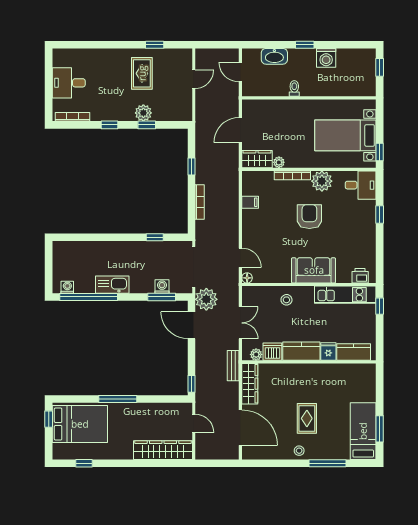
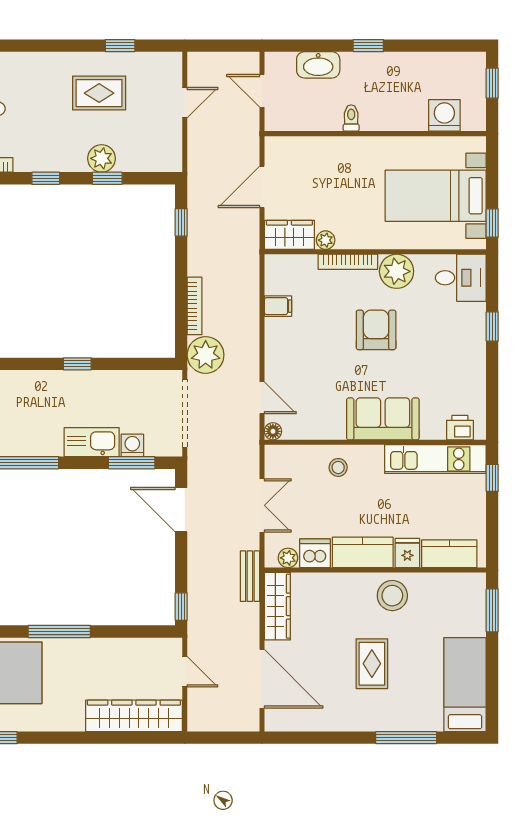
washing machine: (326, 58) -> (444, 115), moved, turned 180
rug: (142, 73) -> (99, 93), turned 90
window: (192, 166) -> (181, 222), moved
window: (155, 237) -> (77, 364), moved
kitchen sink: (112, 285) -> (92, 442), moved
plant: (206, 299) -> (206, 355), moved
window: (380, 429) -> (492, 610), moved
stool: (299, 451) -> (392, 596), moved, width x1.89, depth x1.89

